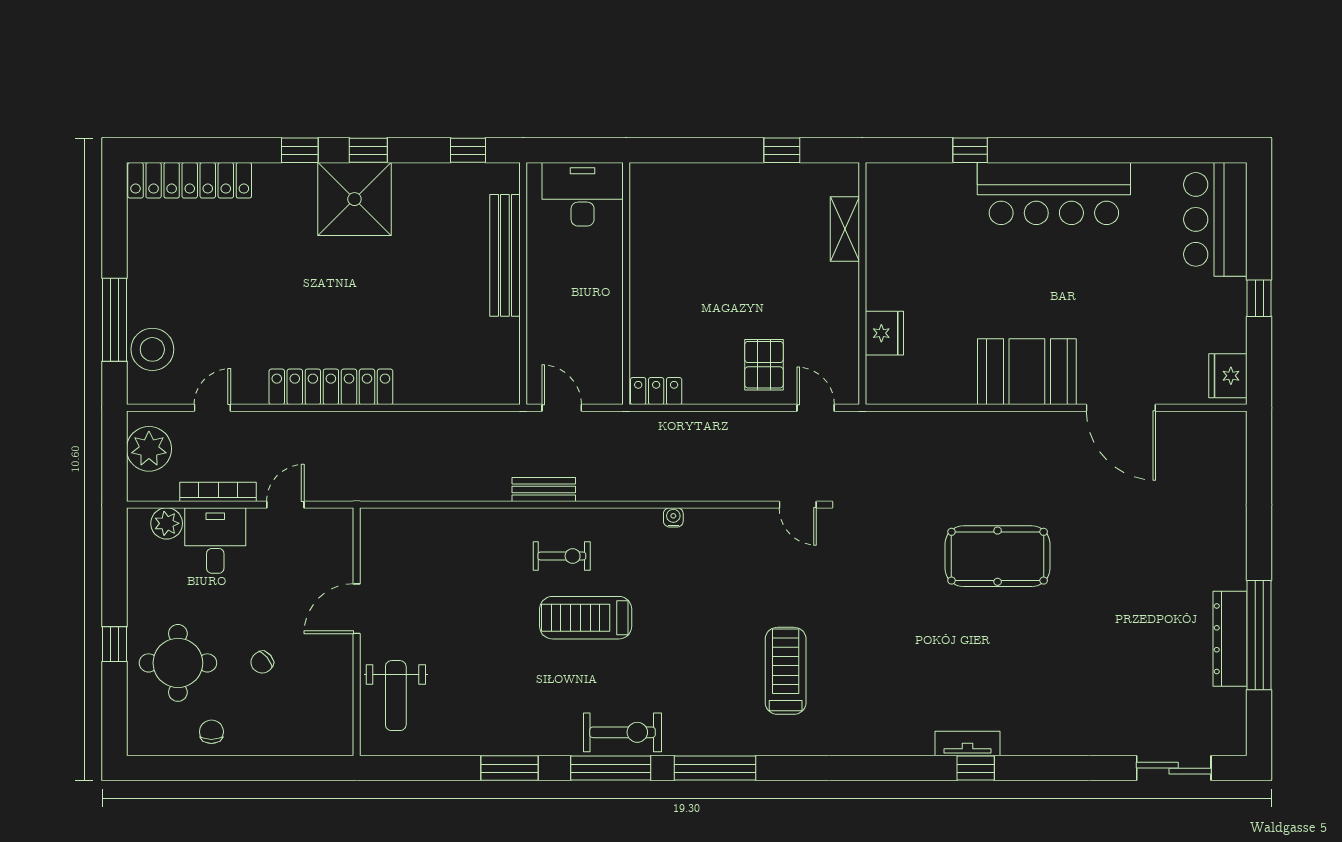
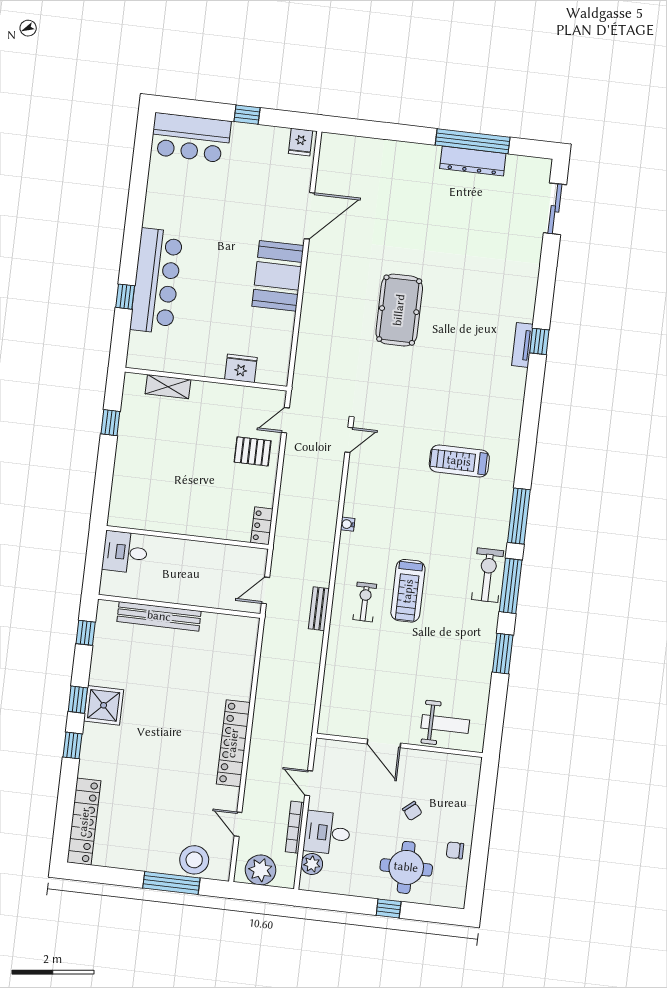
desk: (583, 194) -> (125, 552), width x0.73
bar counter: (1054, 194) -> (156, 281), moved
shower: (354, 199) -> (104, 705), width x0.73, depth x0.73
fridge: (1228, 376) -> (301, 142), width x0.72

